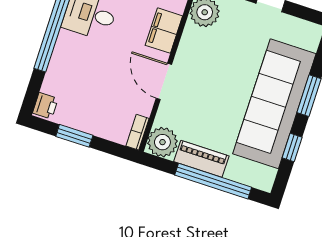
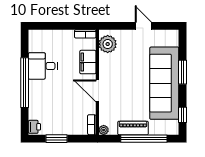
plant: (162, 142) -> (104, 130), width x0.53, depth x0.53
window: (292, 147) -> (183, 115), moved

